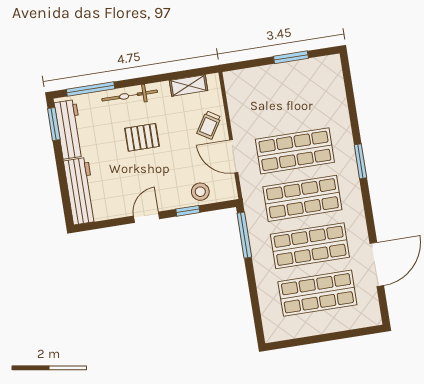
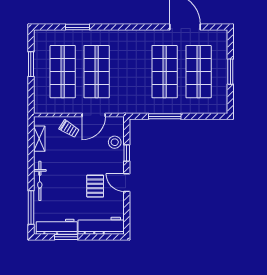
window: (54, 124) -> (66, 237), moved
pallet: (142, 137) -> (95, 186), moved
window: (360, 161) -> (77, 27), moved
shop shelf: (302, 198) -> (63, 72), moved
window: (244, 235) -> (165, 116), moved
window: (324, 338) -> (230, 72), added

